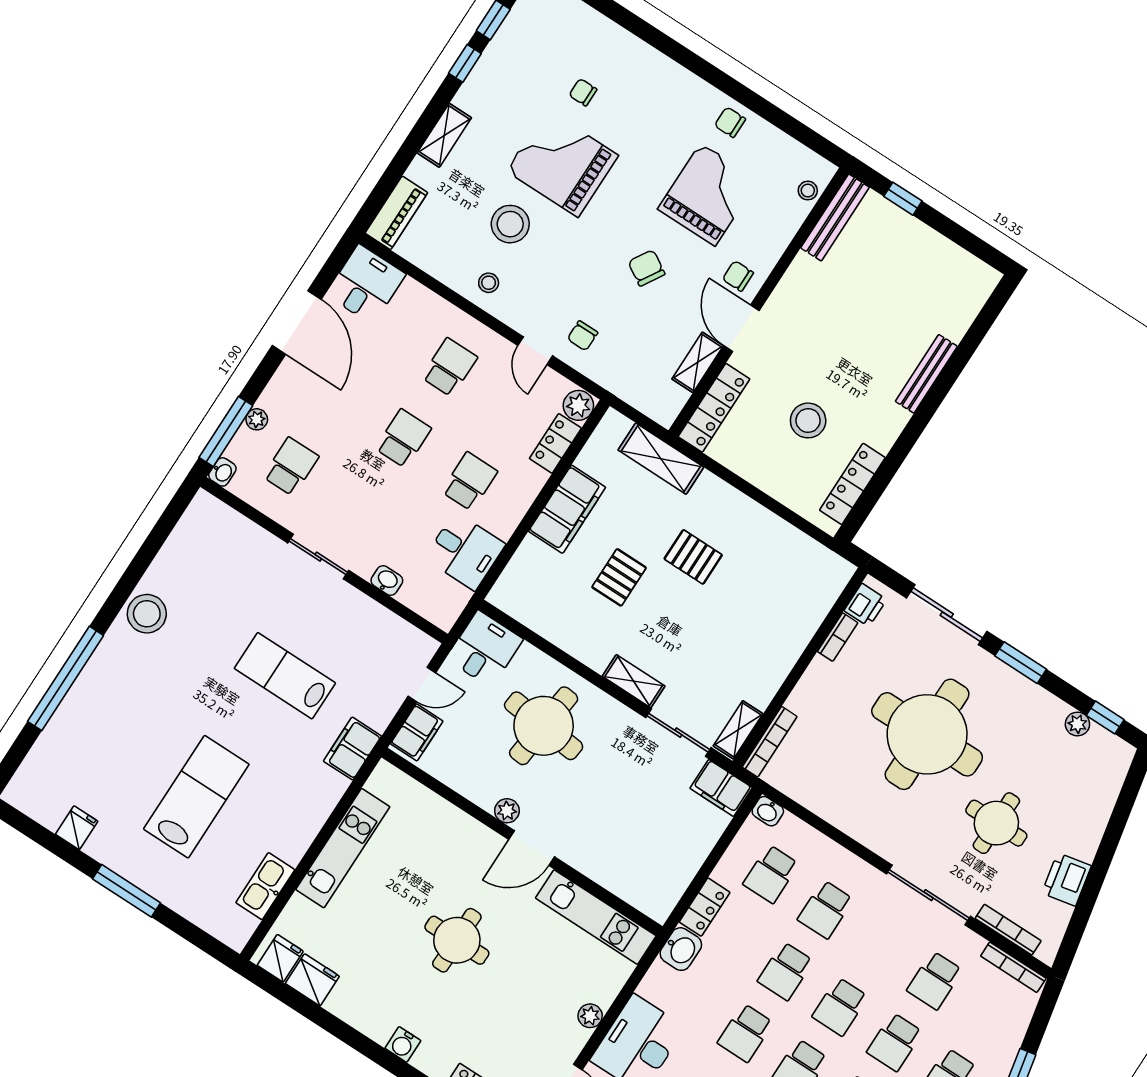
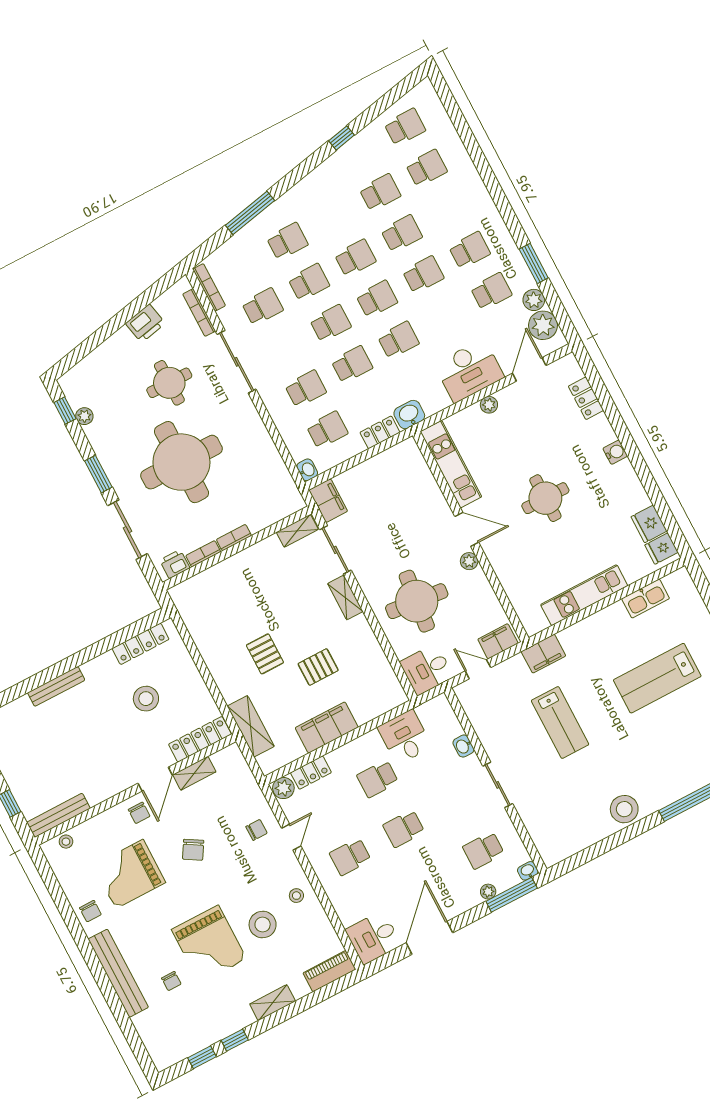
bench: (653, 65) -> (118, 973), added
bookcase: (770, 742) -> (234, 538), moved, width x0.64

